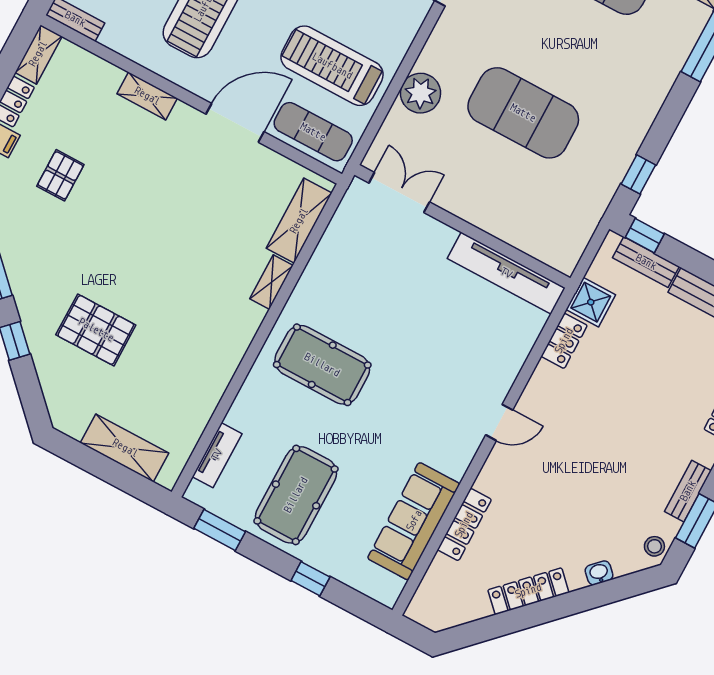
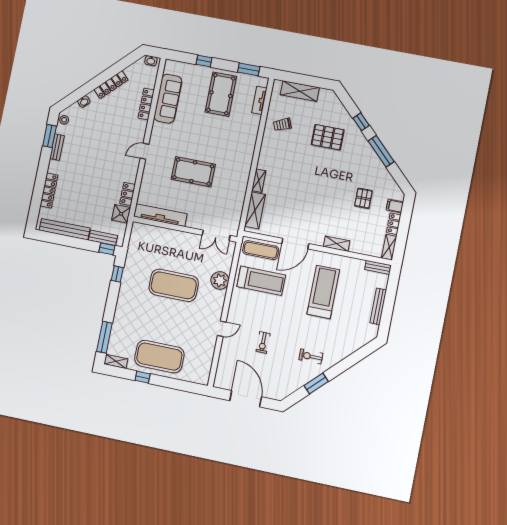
pool table: (322, 365) -> (193, 172), moved
trolley: (184, 388) -> (282, 125), added
washbasin: (426, 616) -> (151, 61), added

